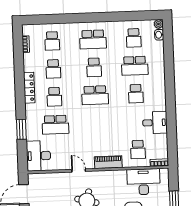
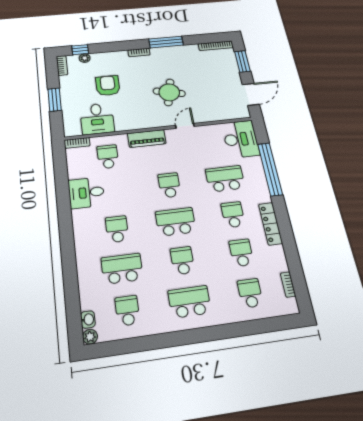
school desk: (96, 123) -> (169, 185), added
window: (21, 129) -> (270, 169), width x2.11
door: (79, 170) -> (185, 126), swing flipped
desk: (144, 182) -> (97, 119), width x0.73

